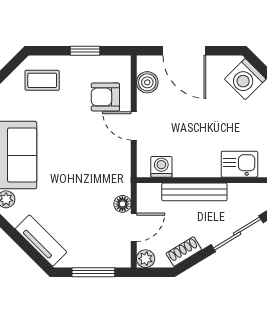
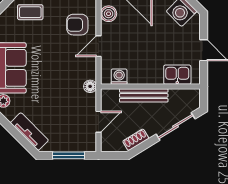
door: (134, 126) -> (98, 46), hinge flipped
floor lamp: (122, 204) -> (90, 86), moved
plant: (146, 259) -> (107, 145), removed

